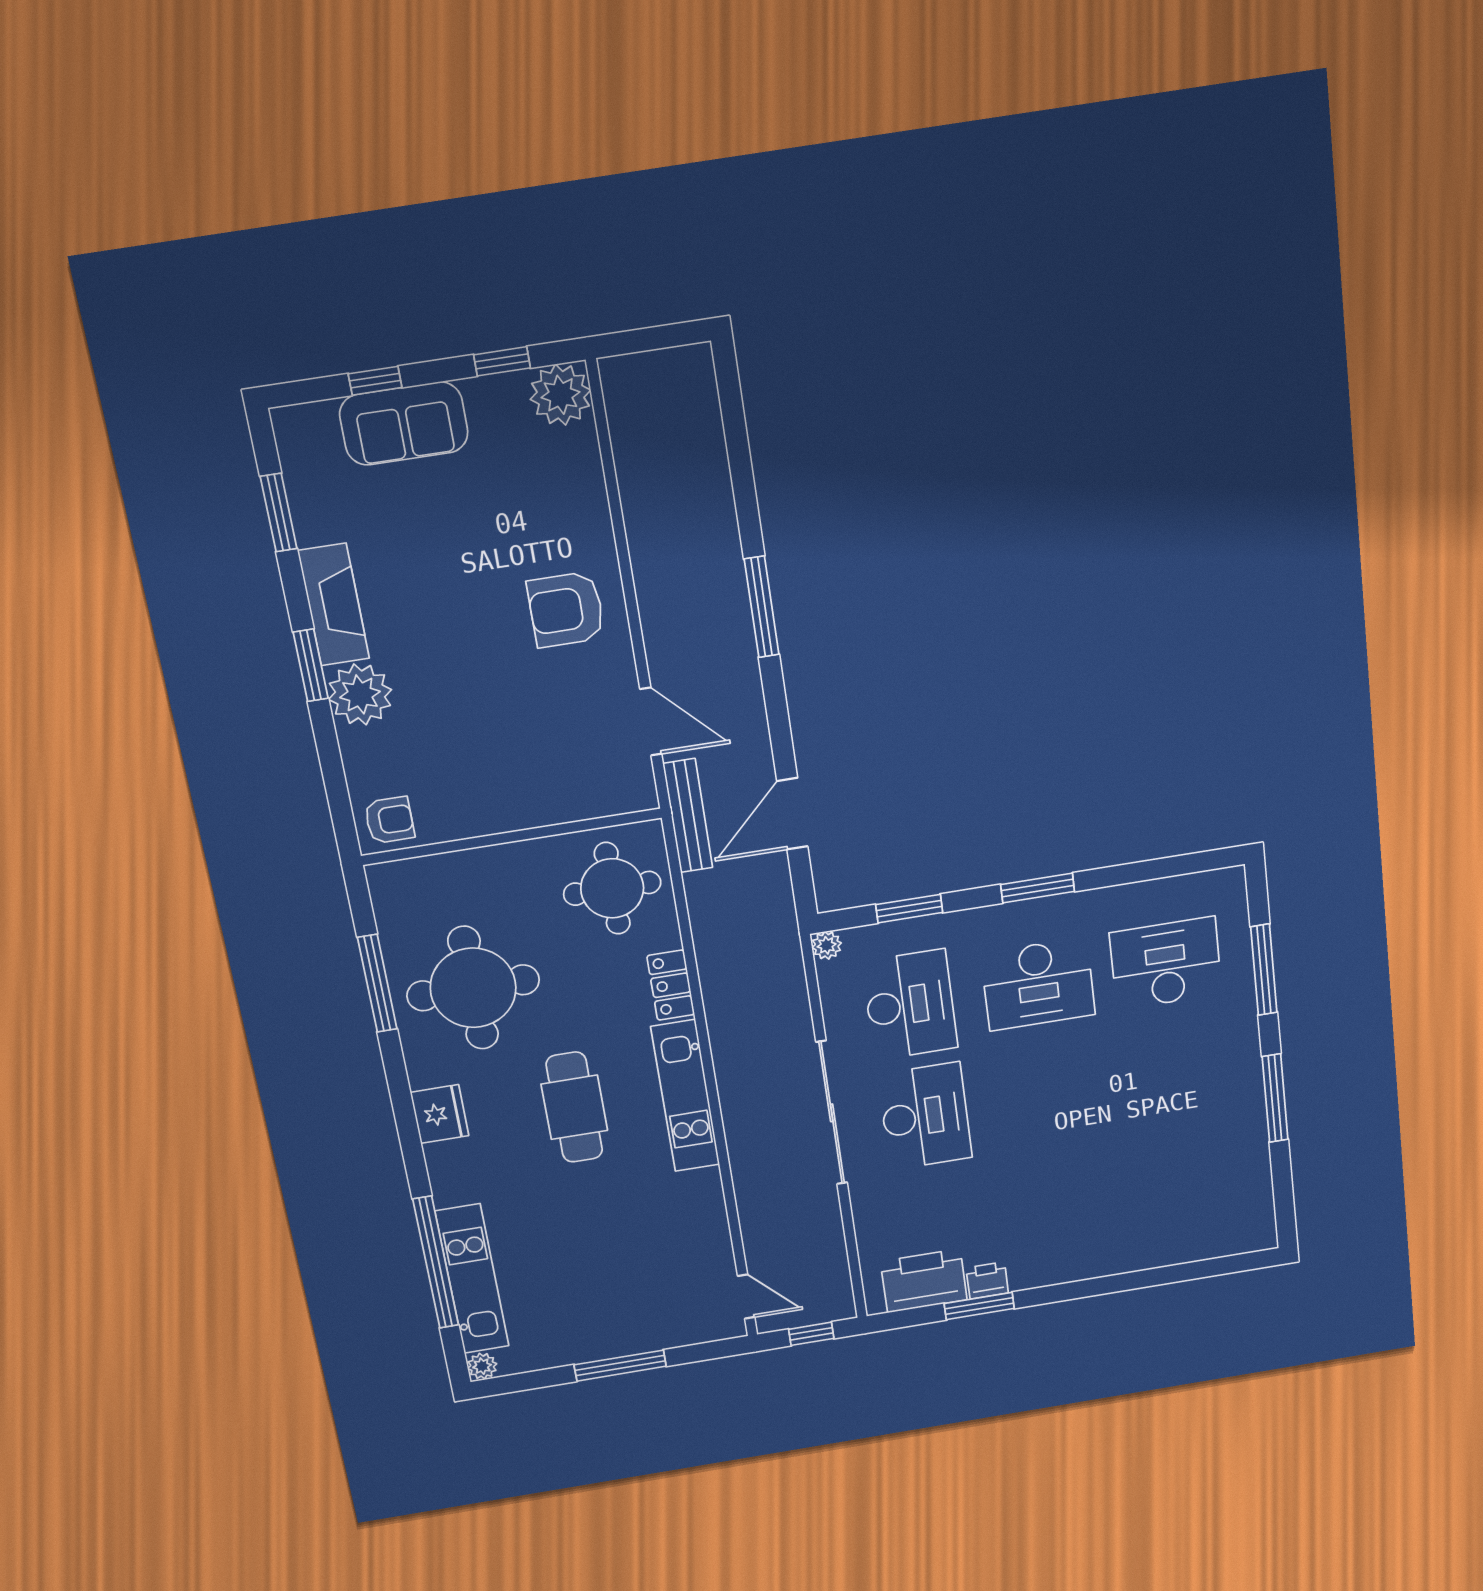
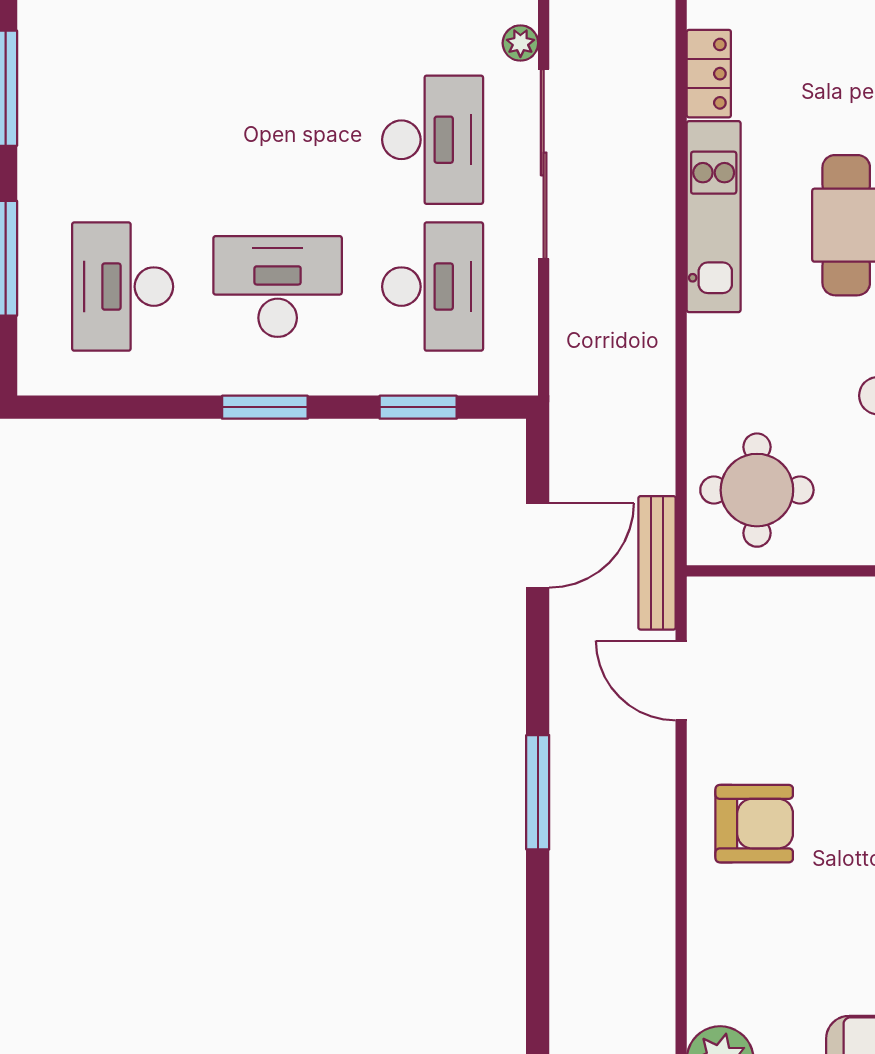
plant: (827, 945) -> (520, 43), moved
desk: (1166, 963) -> (123, 287), turned 90
locker: (671, 985) -> (709, 74), moved
desk: (910, 1005) -> (433, 287), turned 180
desk: (925, 1116) -> (433, 140), turned 180

